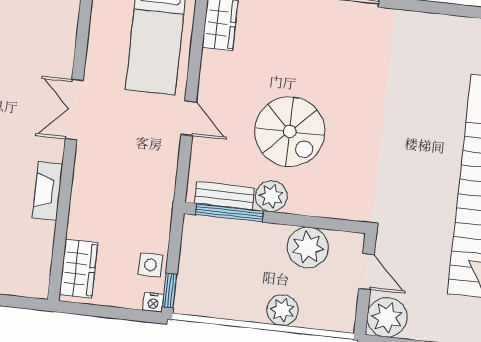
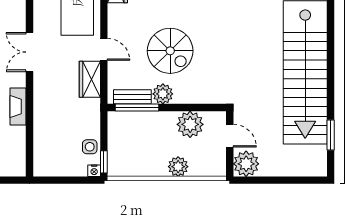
wardrobe: (78, 269) -> (90, 79), moved, turned 180

